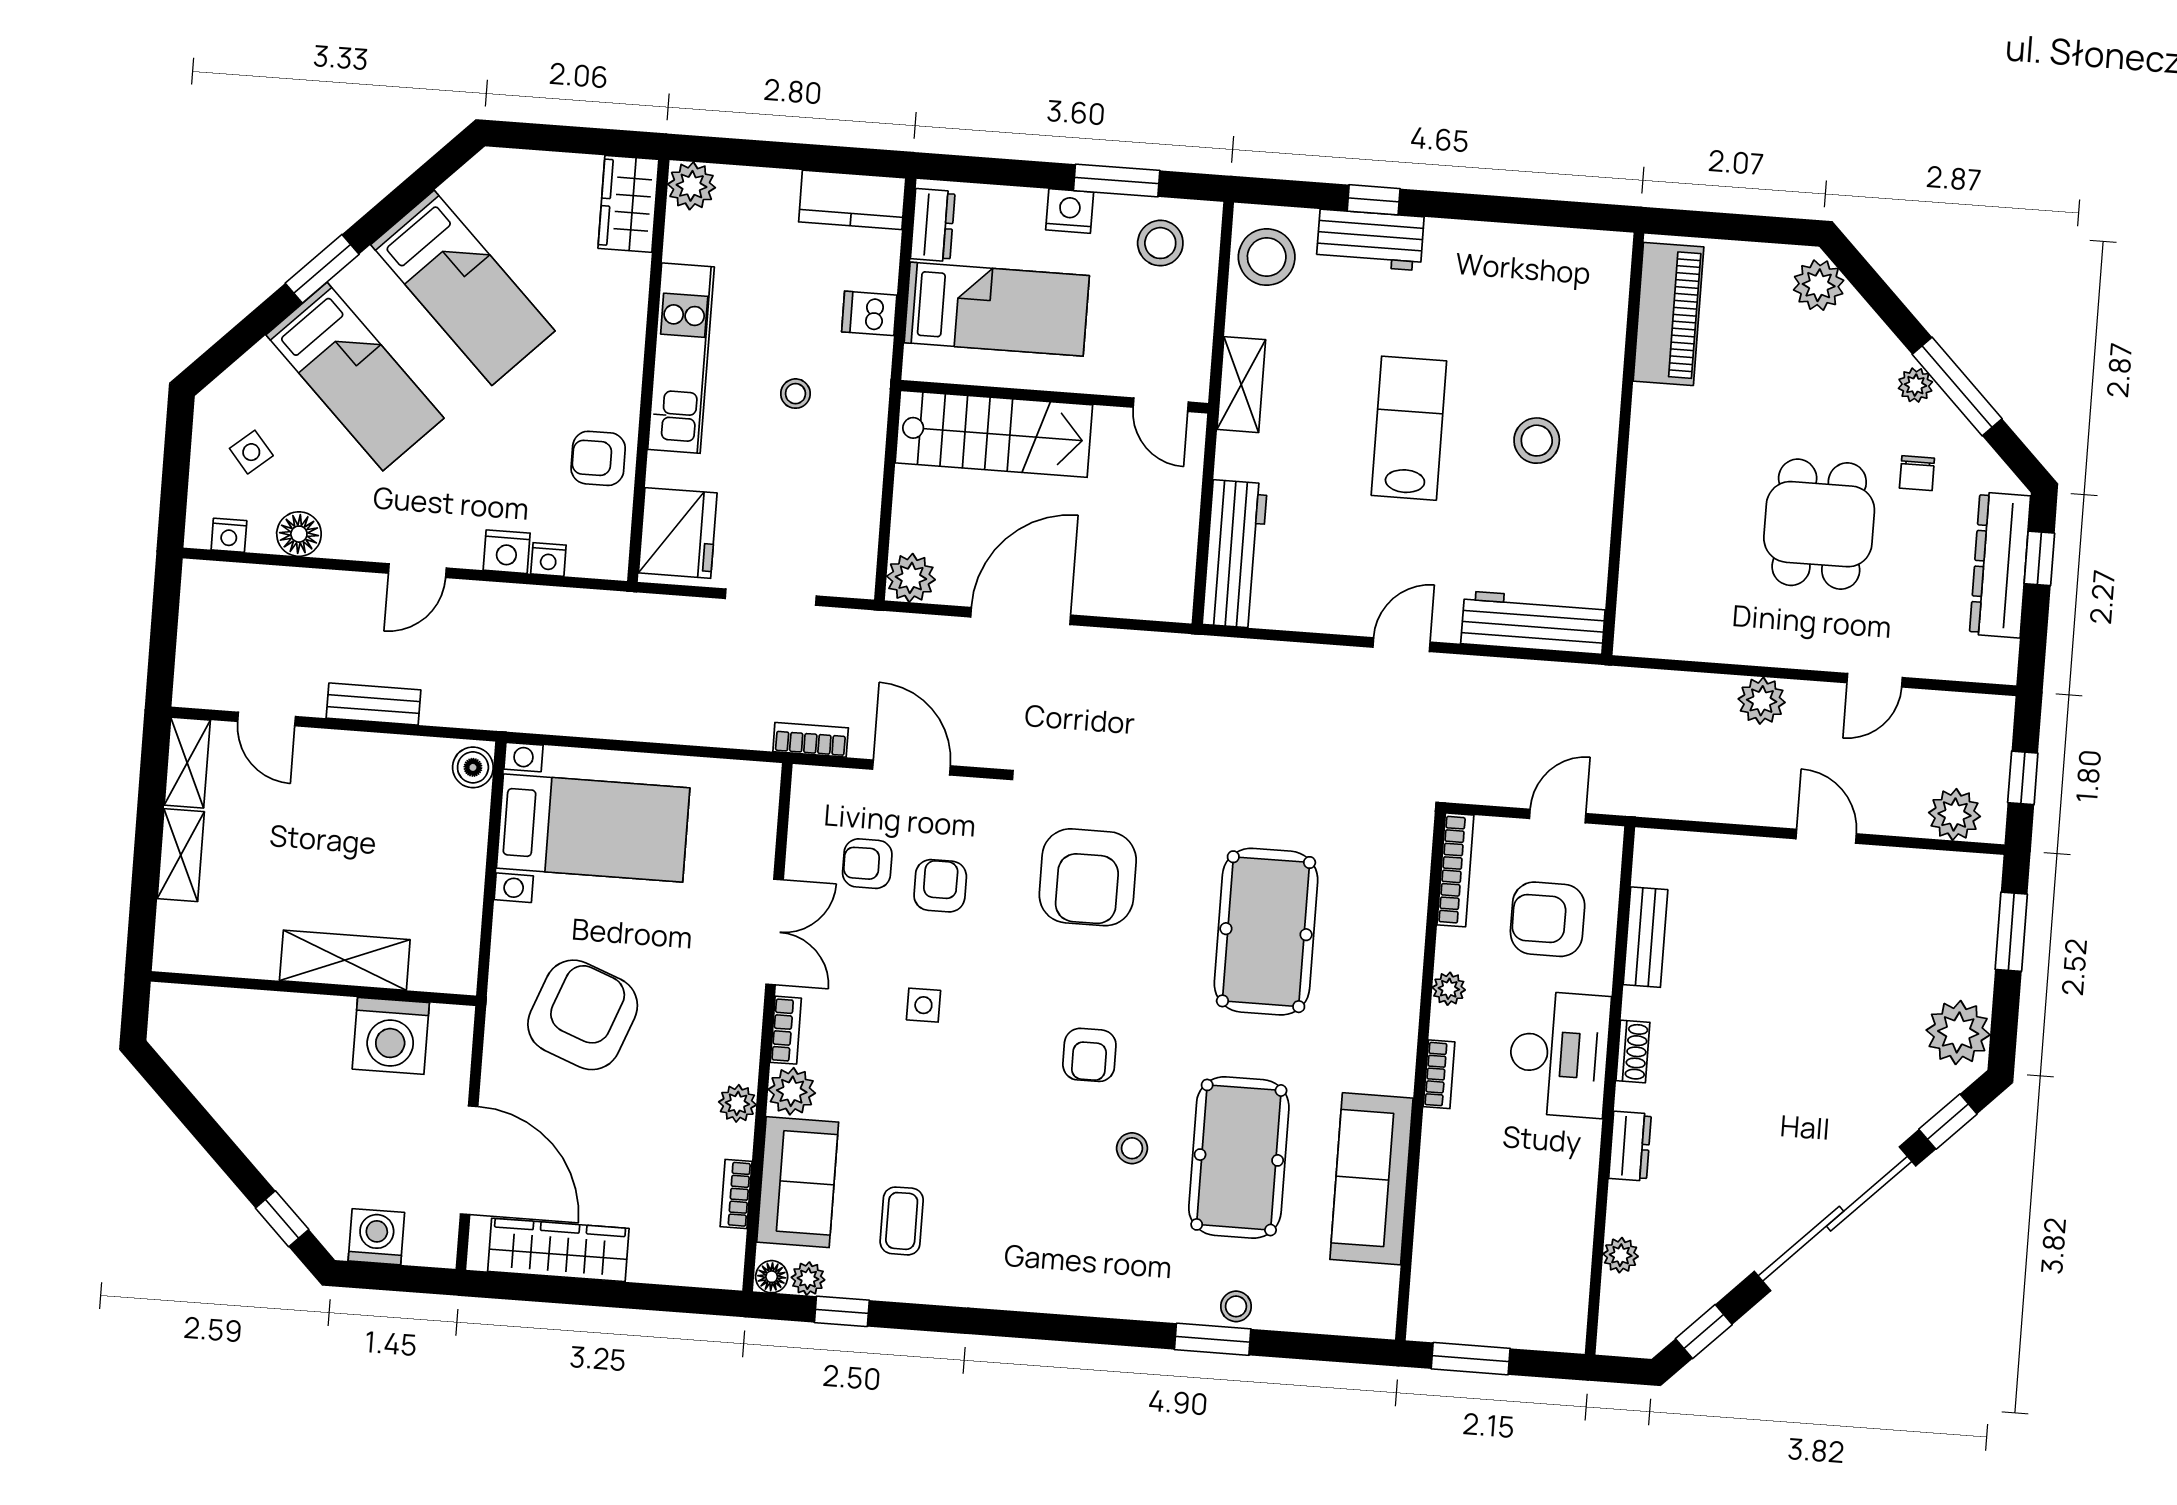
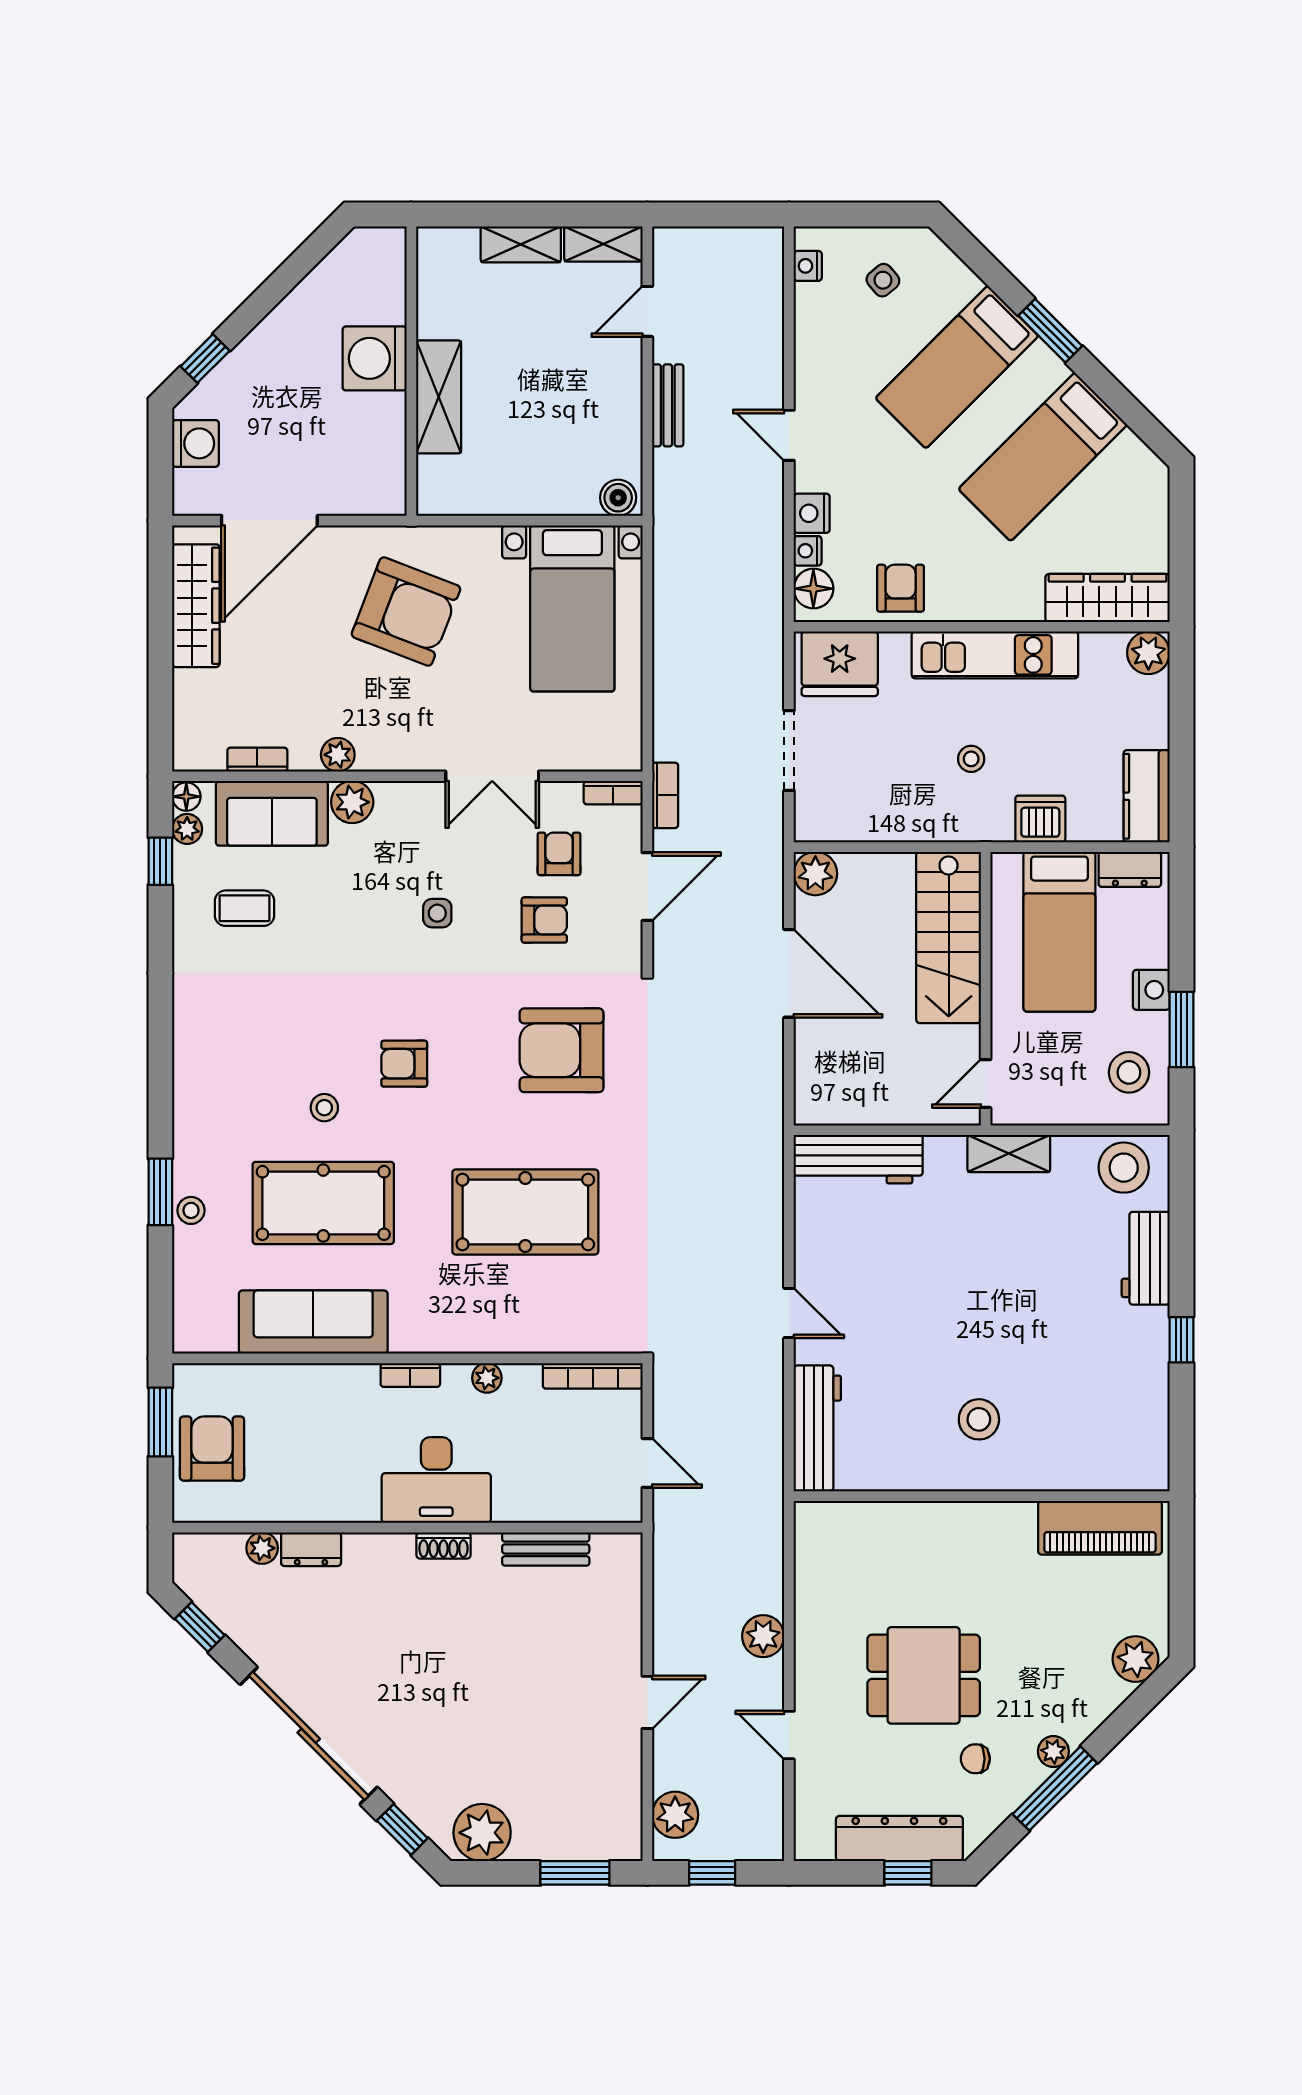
window: (1374, 200) -> (1181, 1340), moved
wardrobe: (628, 204) -> (1108, 598), width x1.50
dishwasher: (869, 313) -> (1040, 819), width x1.38
lab bench: (1409, 428) -> (981, 1305), removed
floor lamp: (299, 534) -> (813, 589), moved
armchair: (1548, 919) -> (212, 1449), moved
bookcase: (786, 1030) -> (613, 793), moved
washing machine: (391, 1036) -> (375, 358), moved
dresser: (1630, 1146) -> (311, 1549), moved

